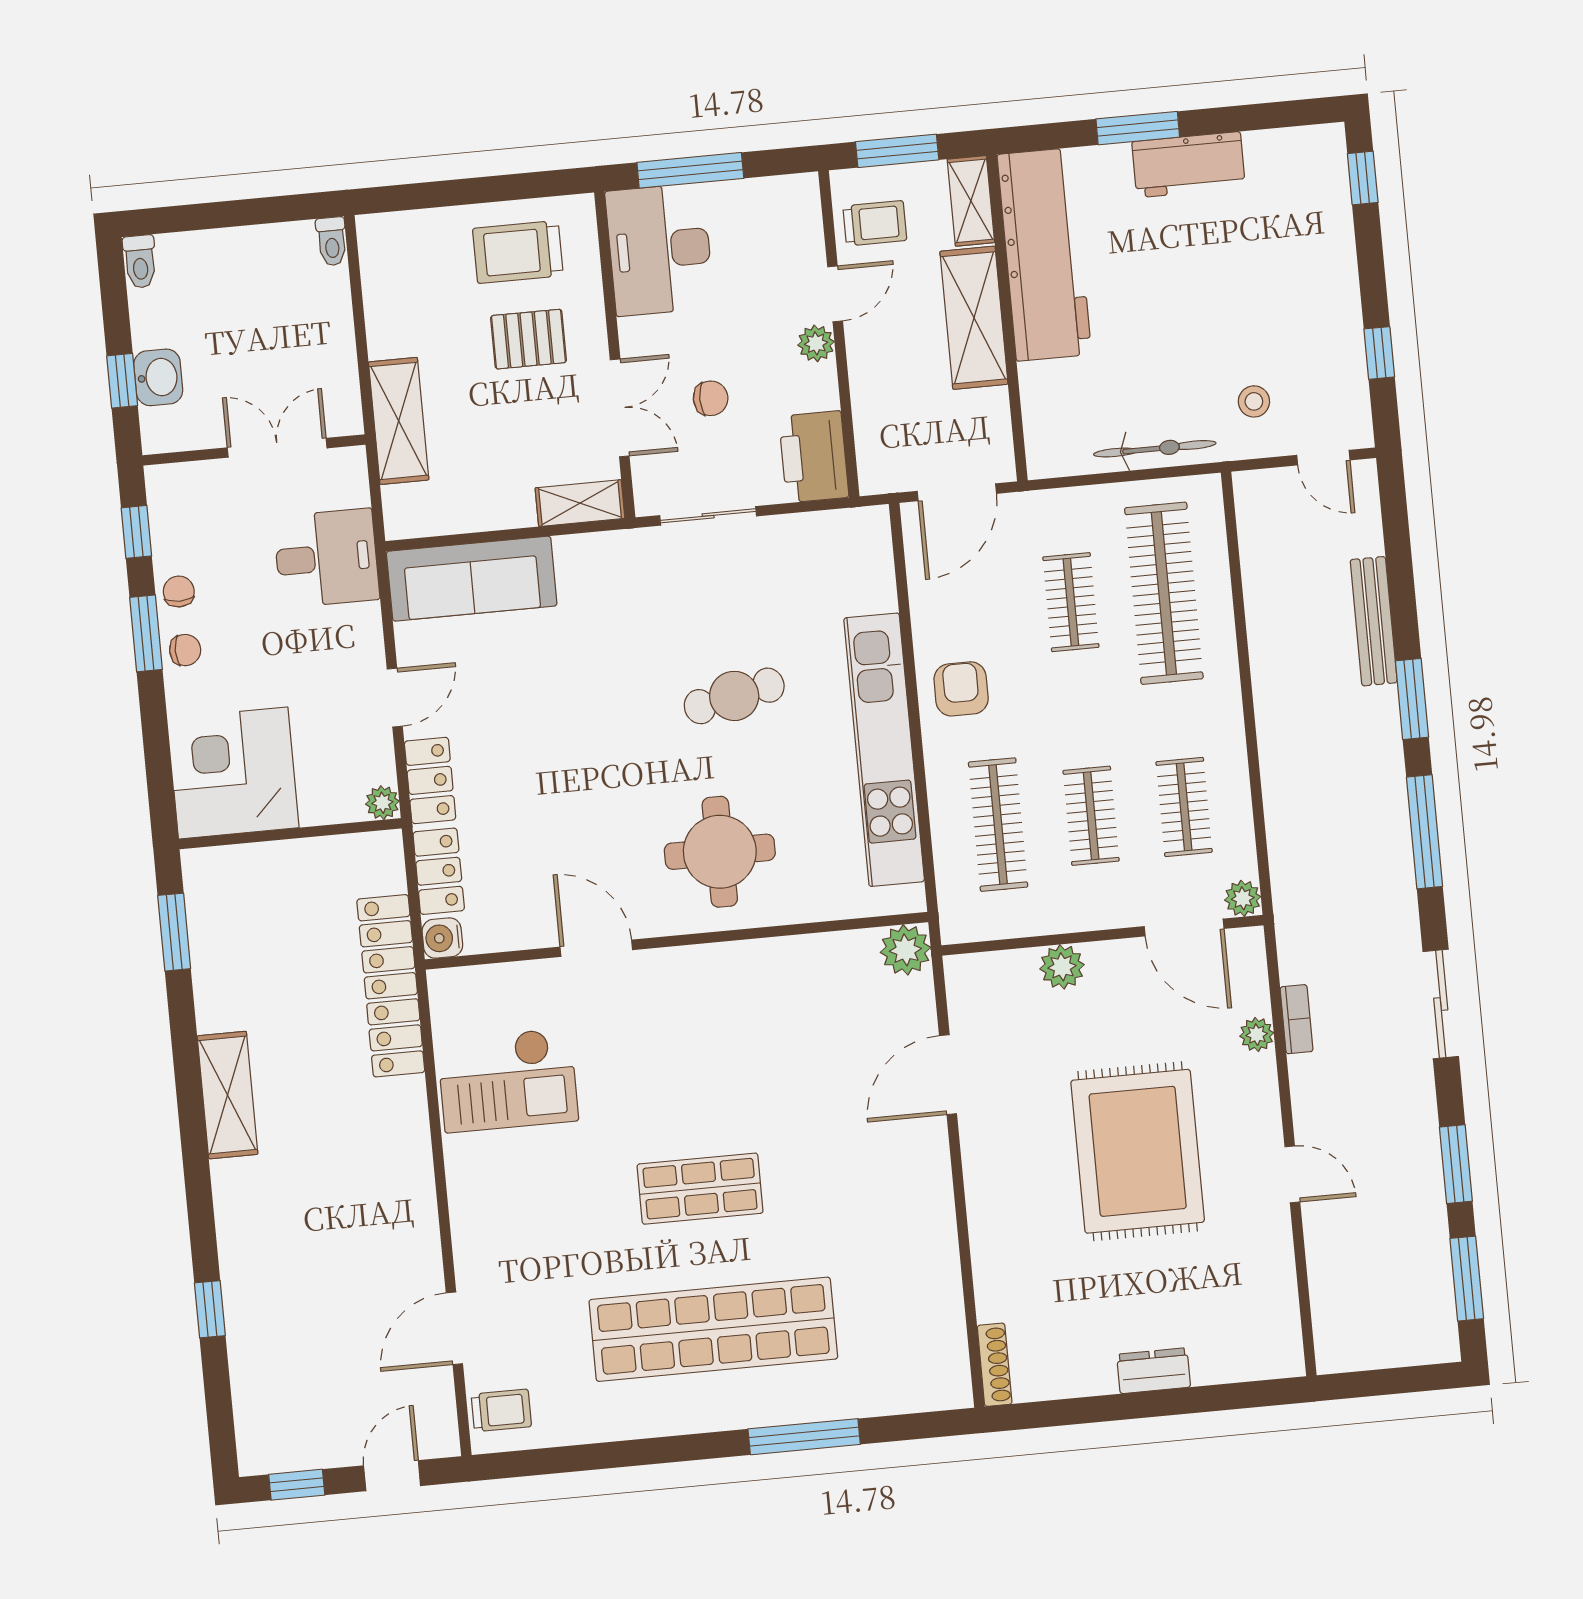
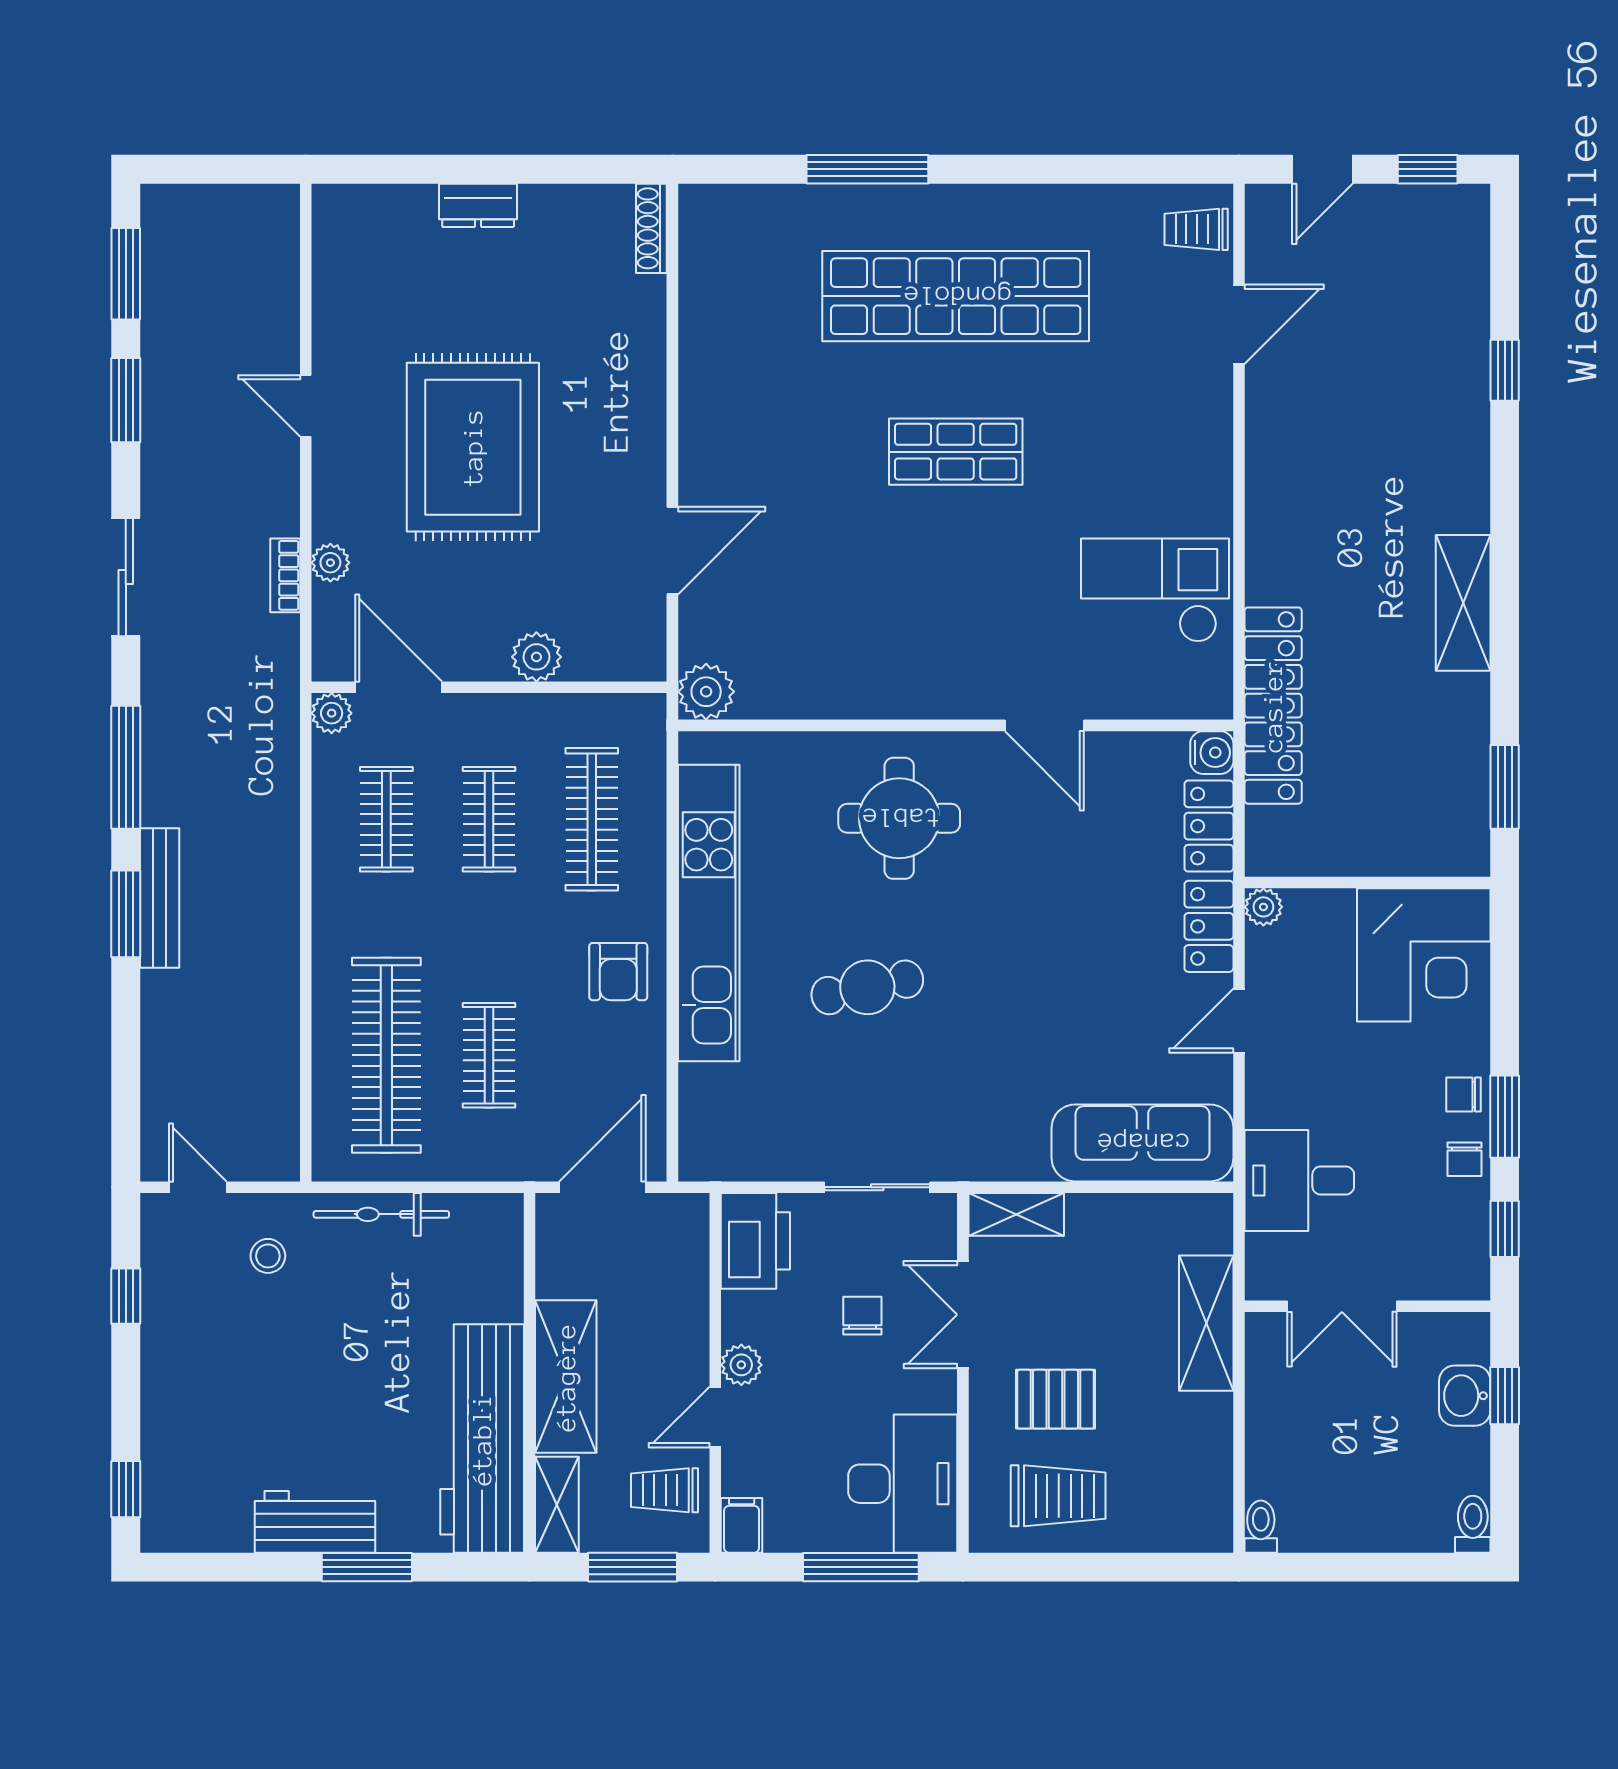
filing cabinet: (802, 198) -> (742, 1525), added
chair: (711, 398) -> (862, 1316), turned 90
bench: (1374, 621) -> (160, 898), moved

